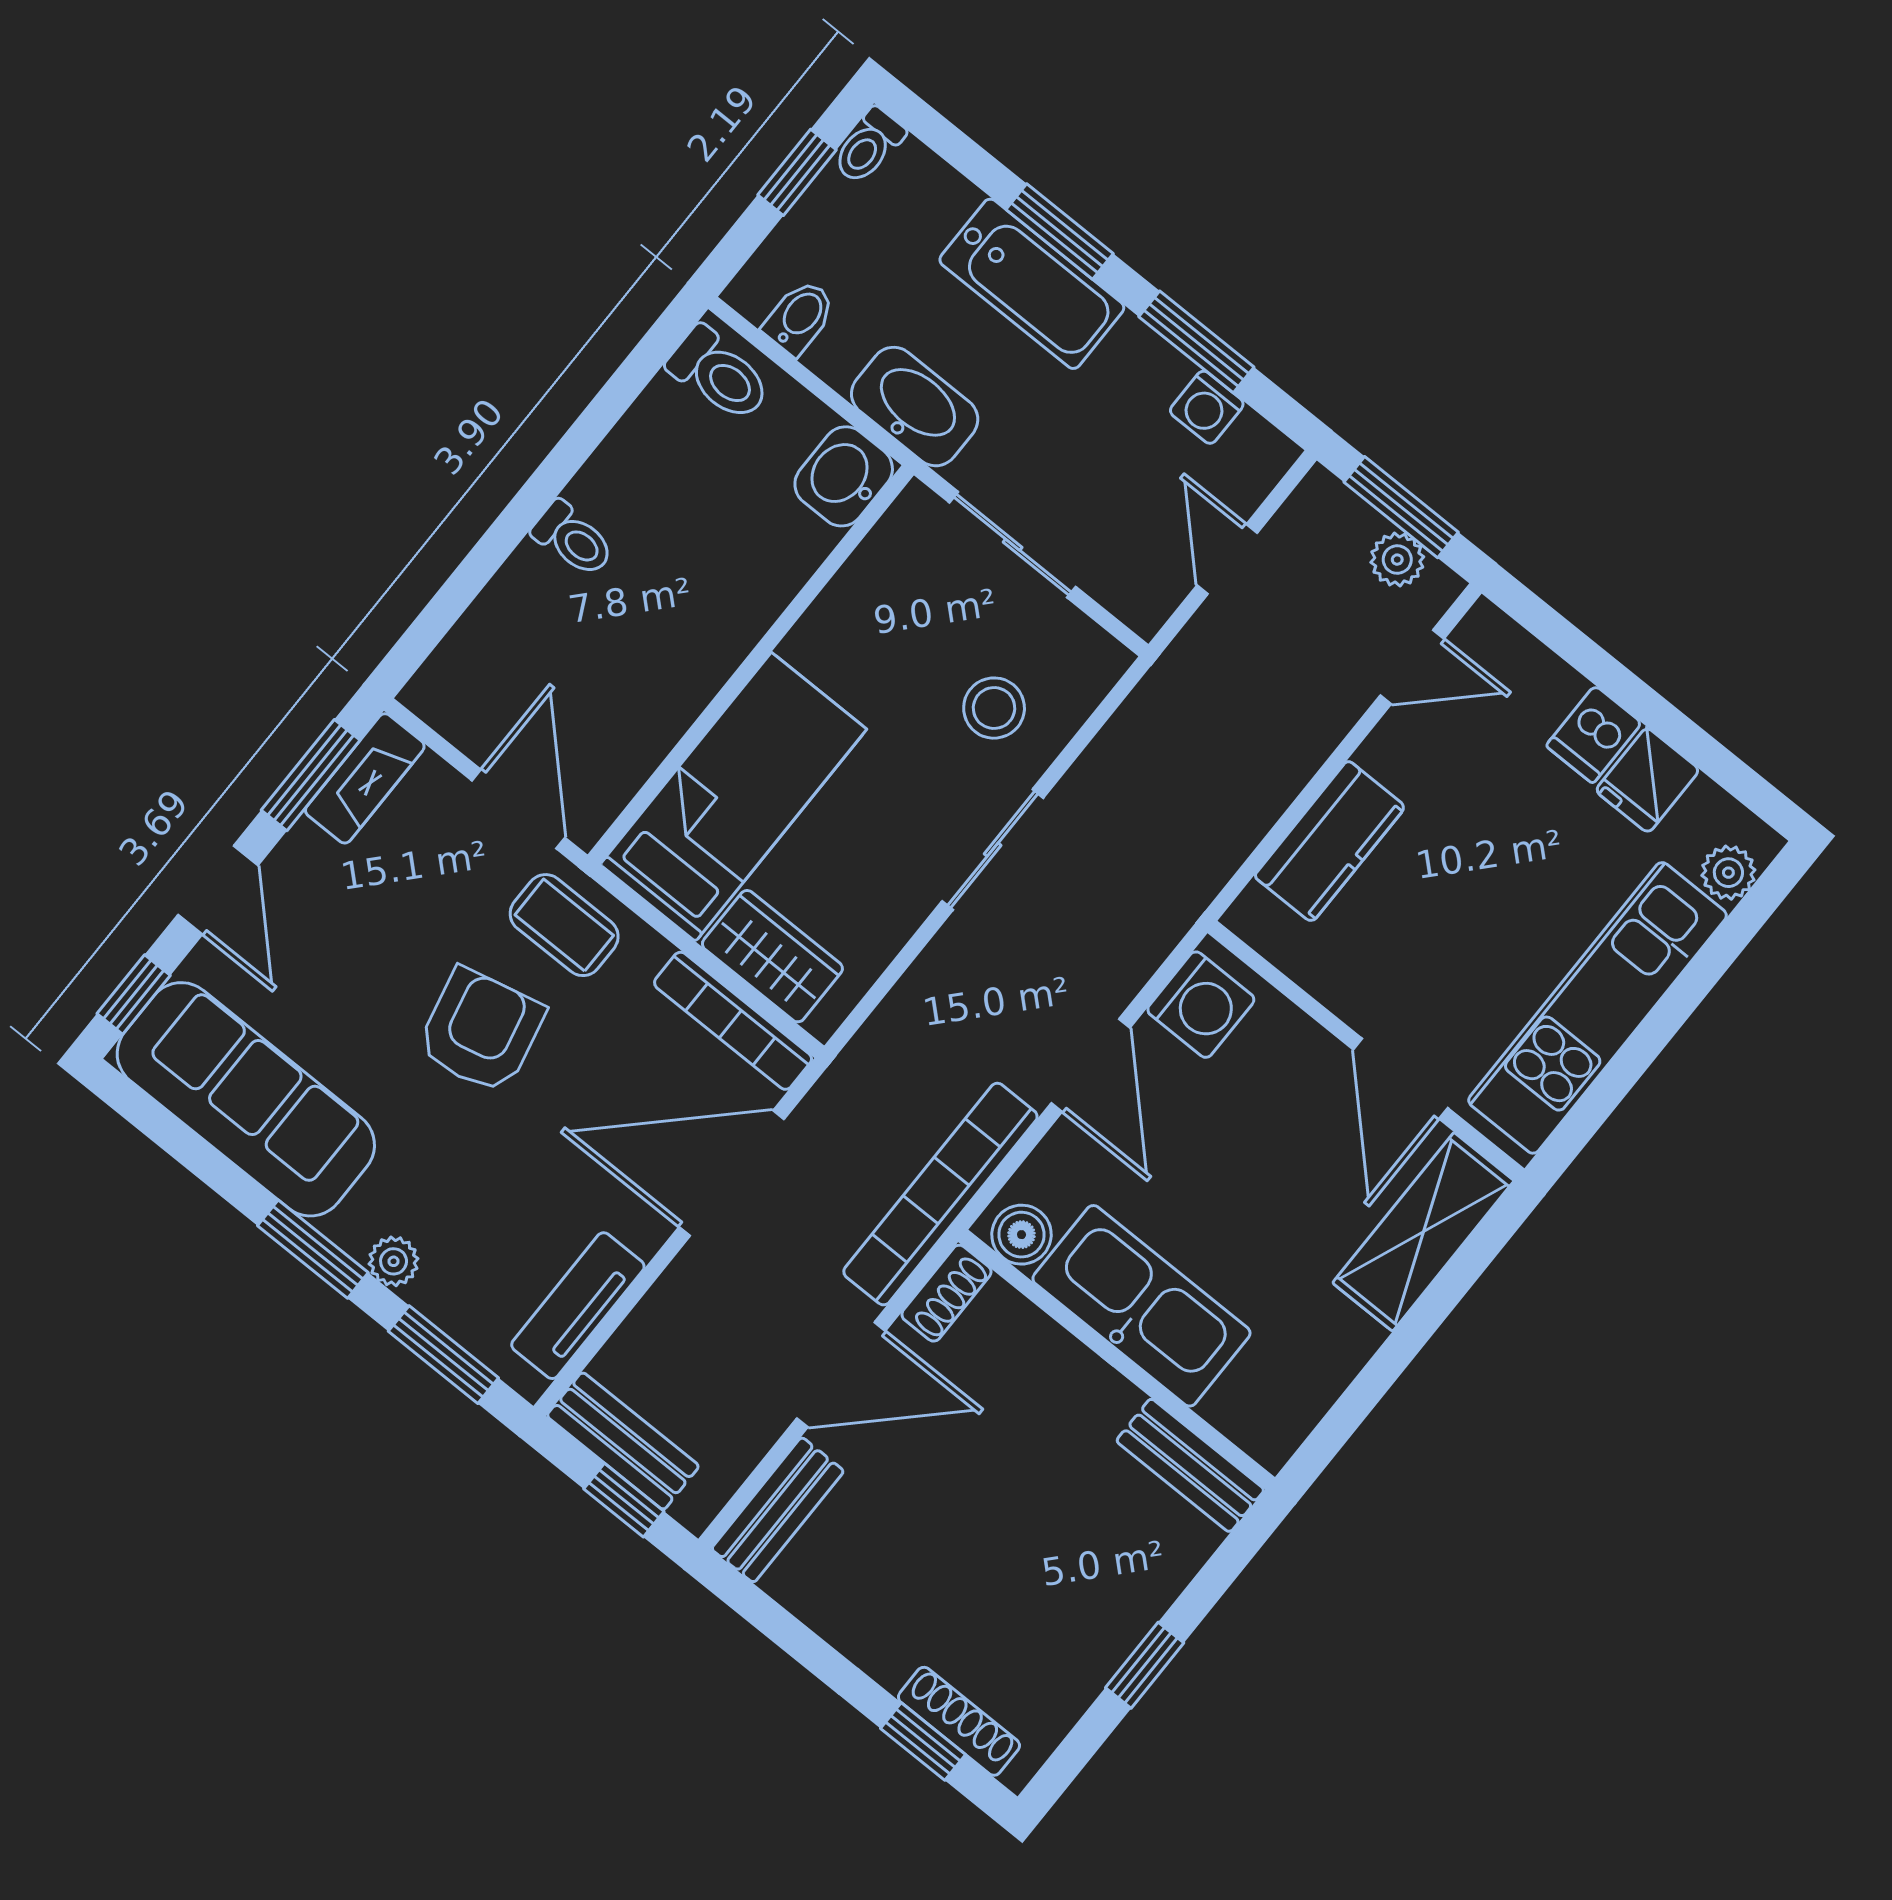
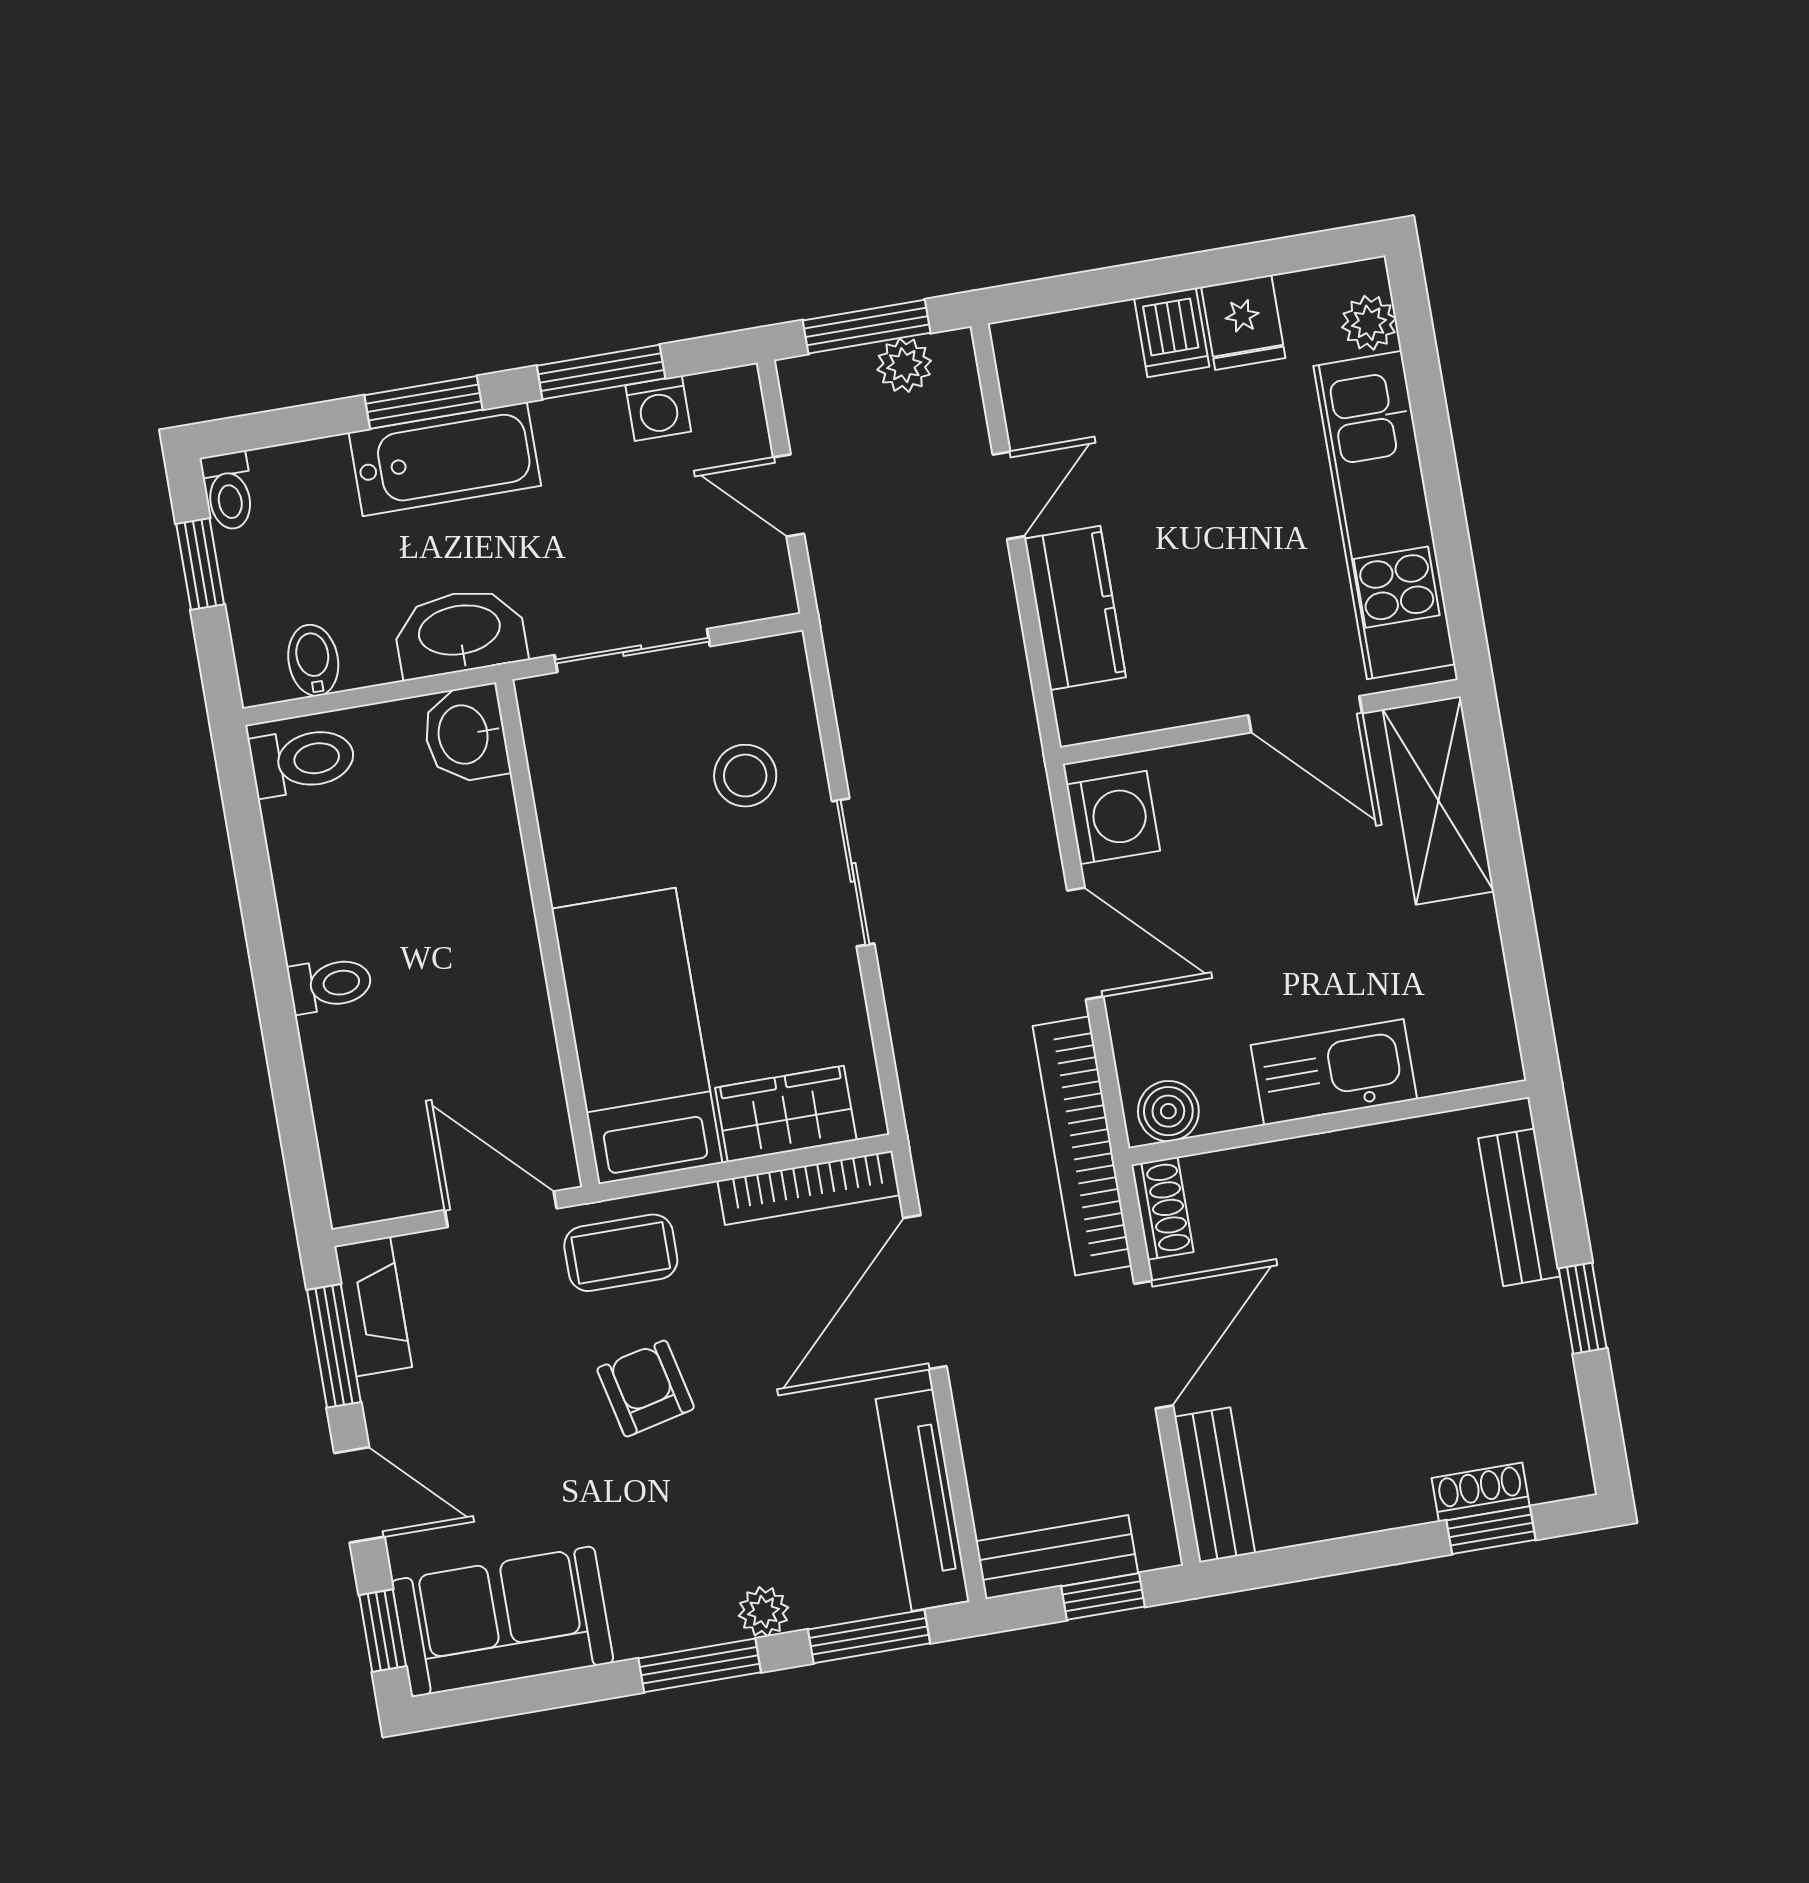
door: (1412, 667) -> (1009, 495), moved
armchair: (481, 1031) -> (646, 1389), width x0.72, depth x0.72
sofa: (246, 1099) -> (502, 1622), width x0.73
tv unit: (578, 1306) -> (922, 1500), width x1.41
kitchen sink: (1141, 1306) -> (1334, 1072), width x0.73, depth x0.81
bench: (1190, 1465) -> (1519, 1207), moved, turned 90
shoe rack: (959, 1721) -> (1481, 1492), width x0.70

